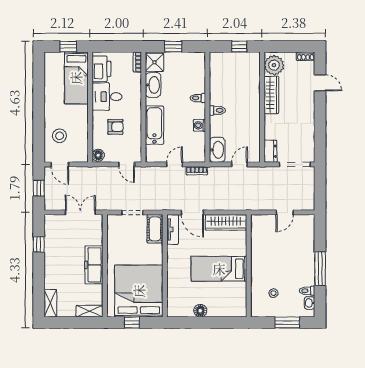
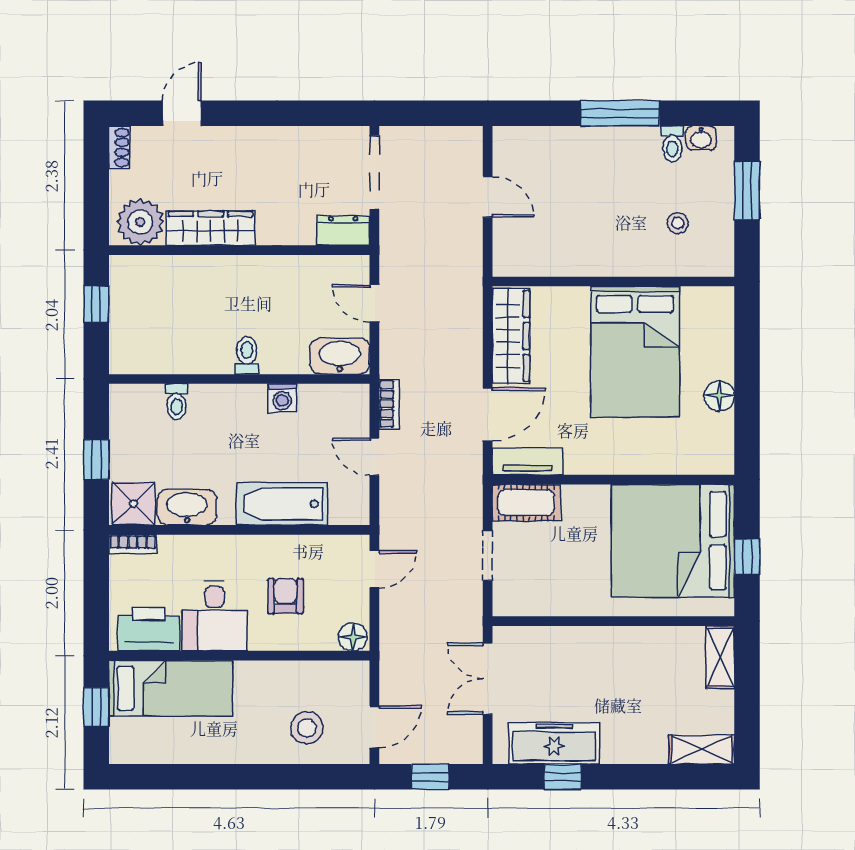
toilet: (198, 98) -> (176, 402), moved
freezer: (94, 265) -> (554, 743), moved, turned 180
bed: (219, 269) -> (635, 352), width x1.50

